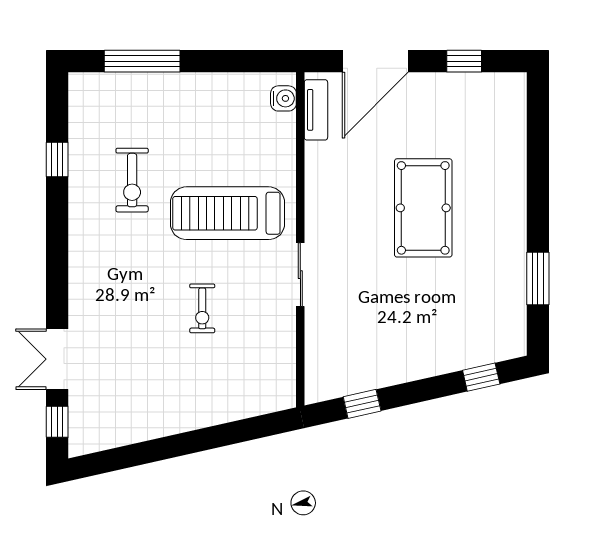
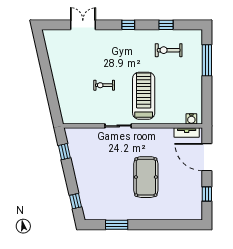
exercise bike: (132, 180) -> (169, 50), moved
pool table: (423, 208) -> (146, 177), turned 90
window: (57, 422) -> (128, 25), moved

